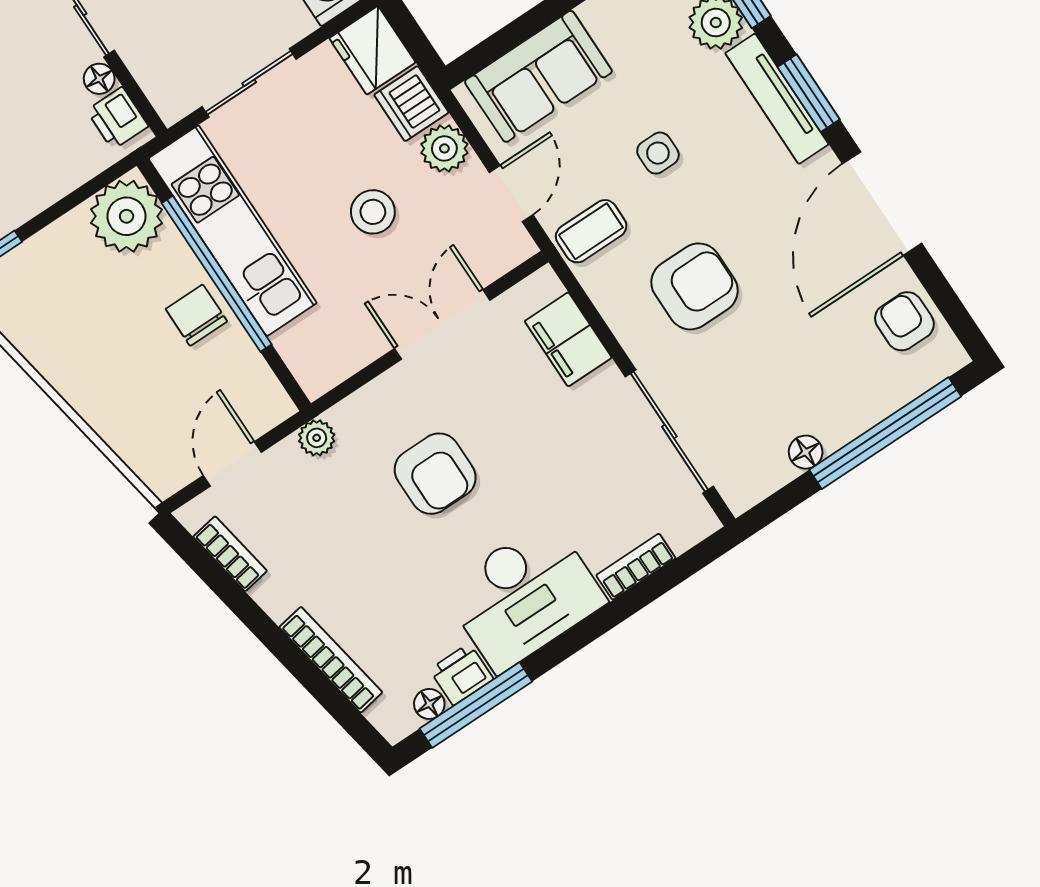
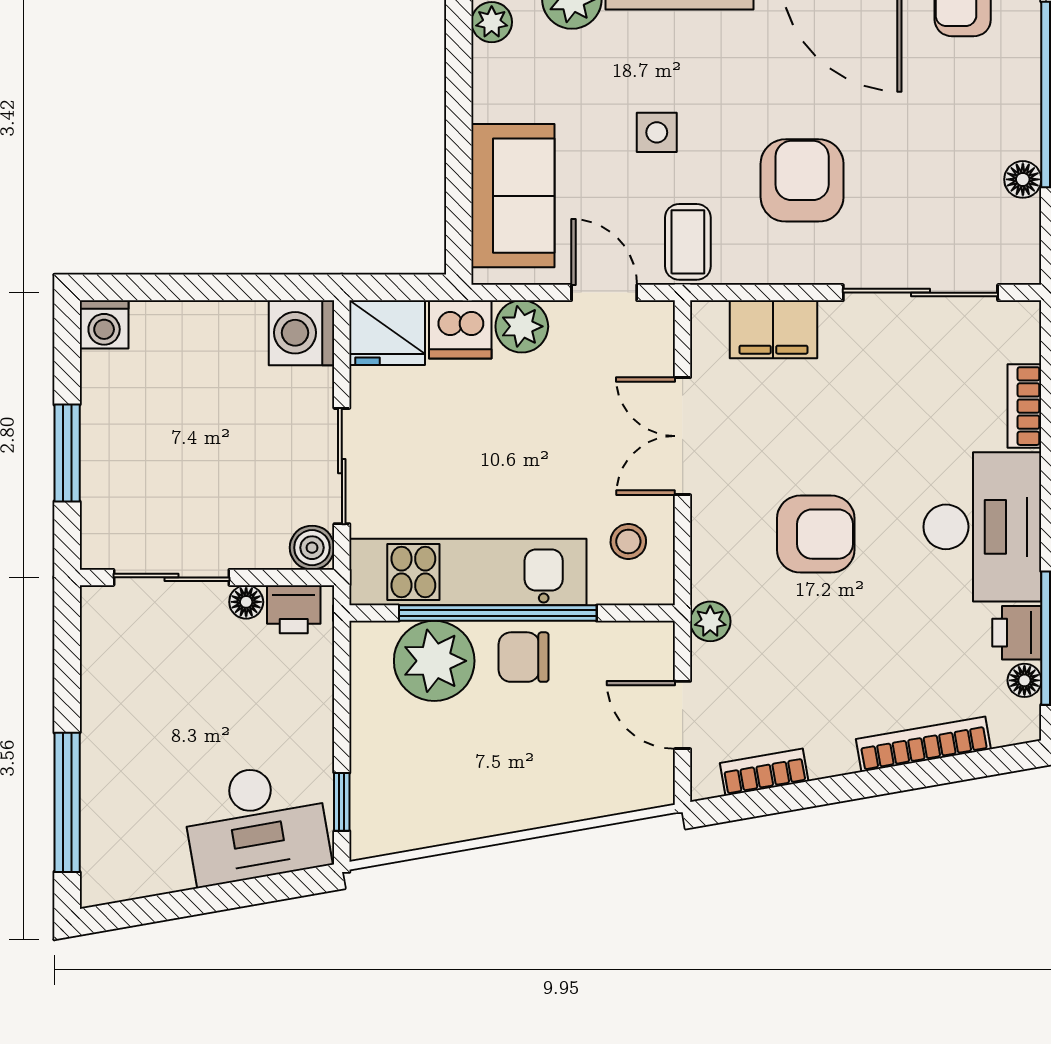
boiler: (173, 101) -> (312, 548), added
stool: (373, 212) -> (628, 541), moved, width x0.73, depth x0.73
plant: (127, 216) -> (434, 661), moved

